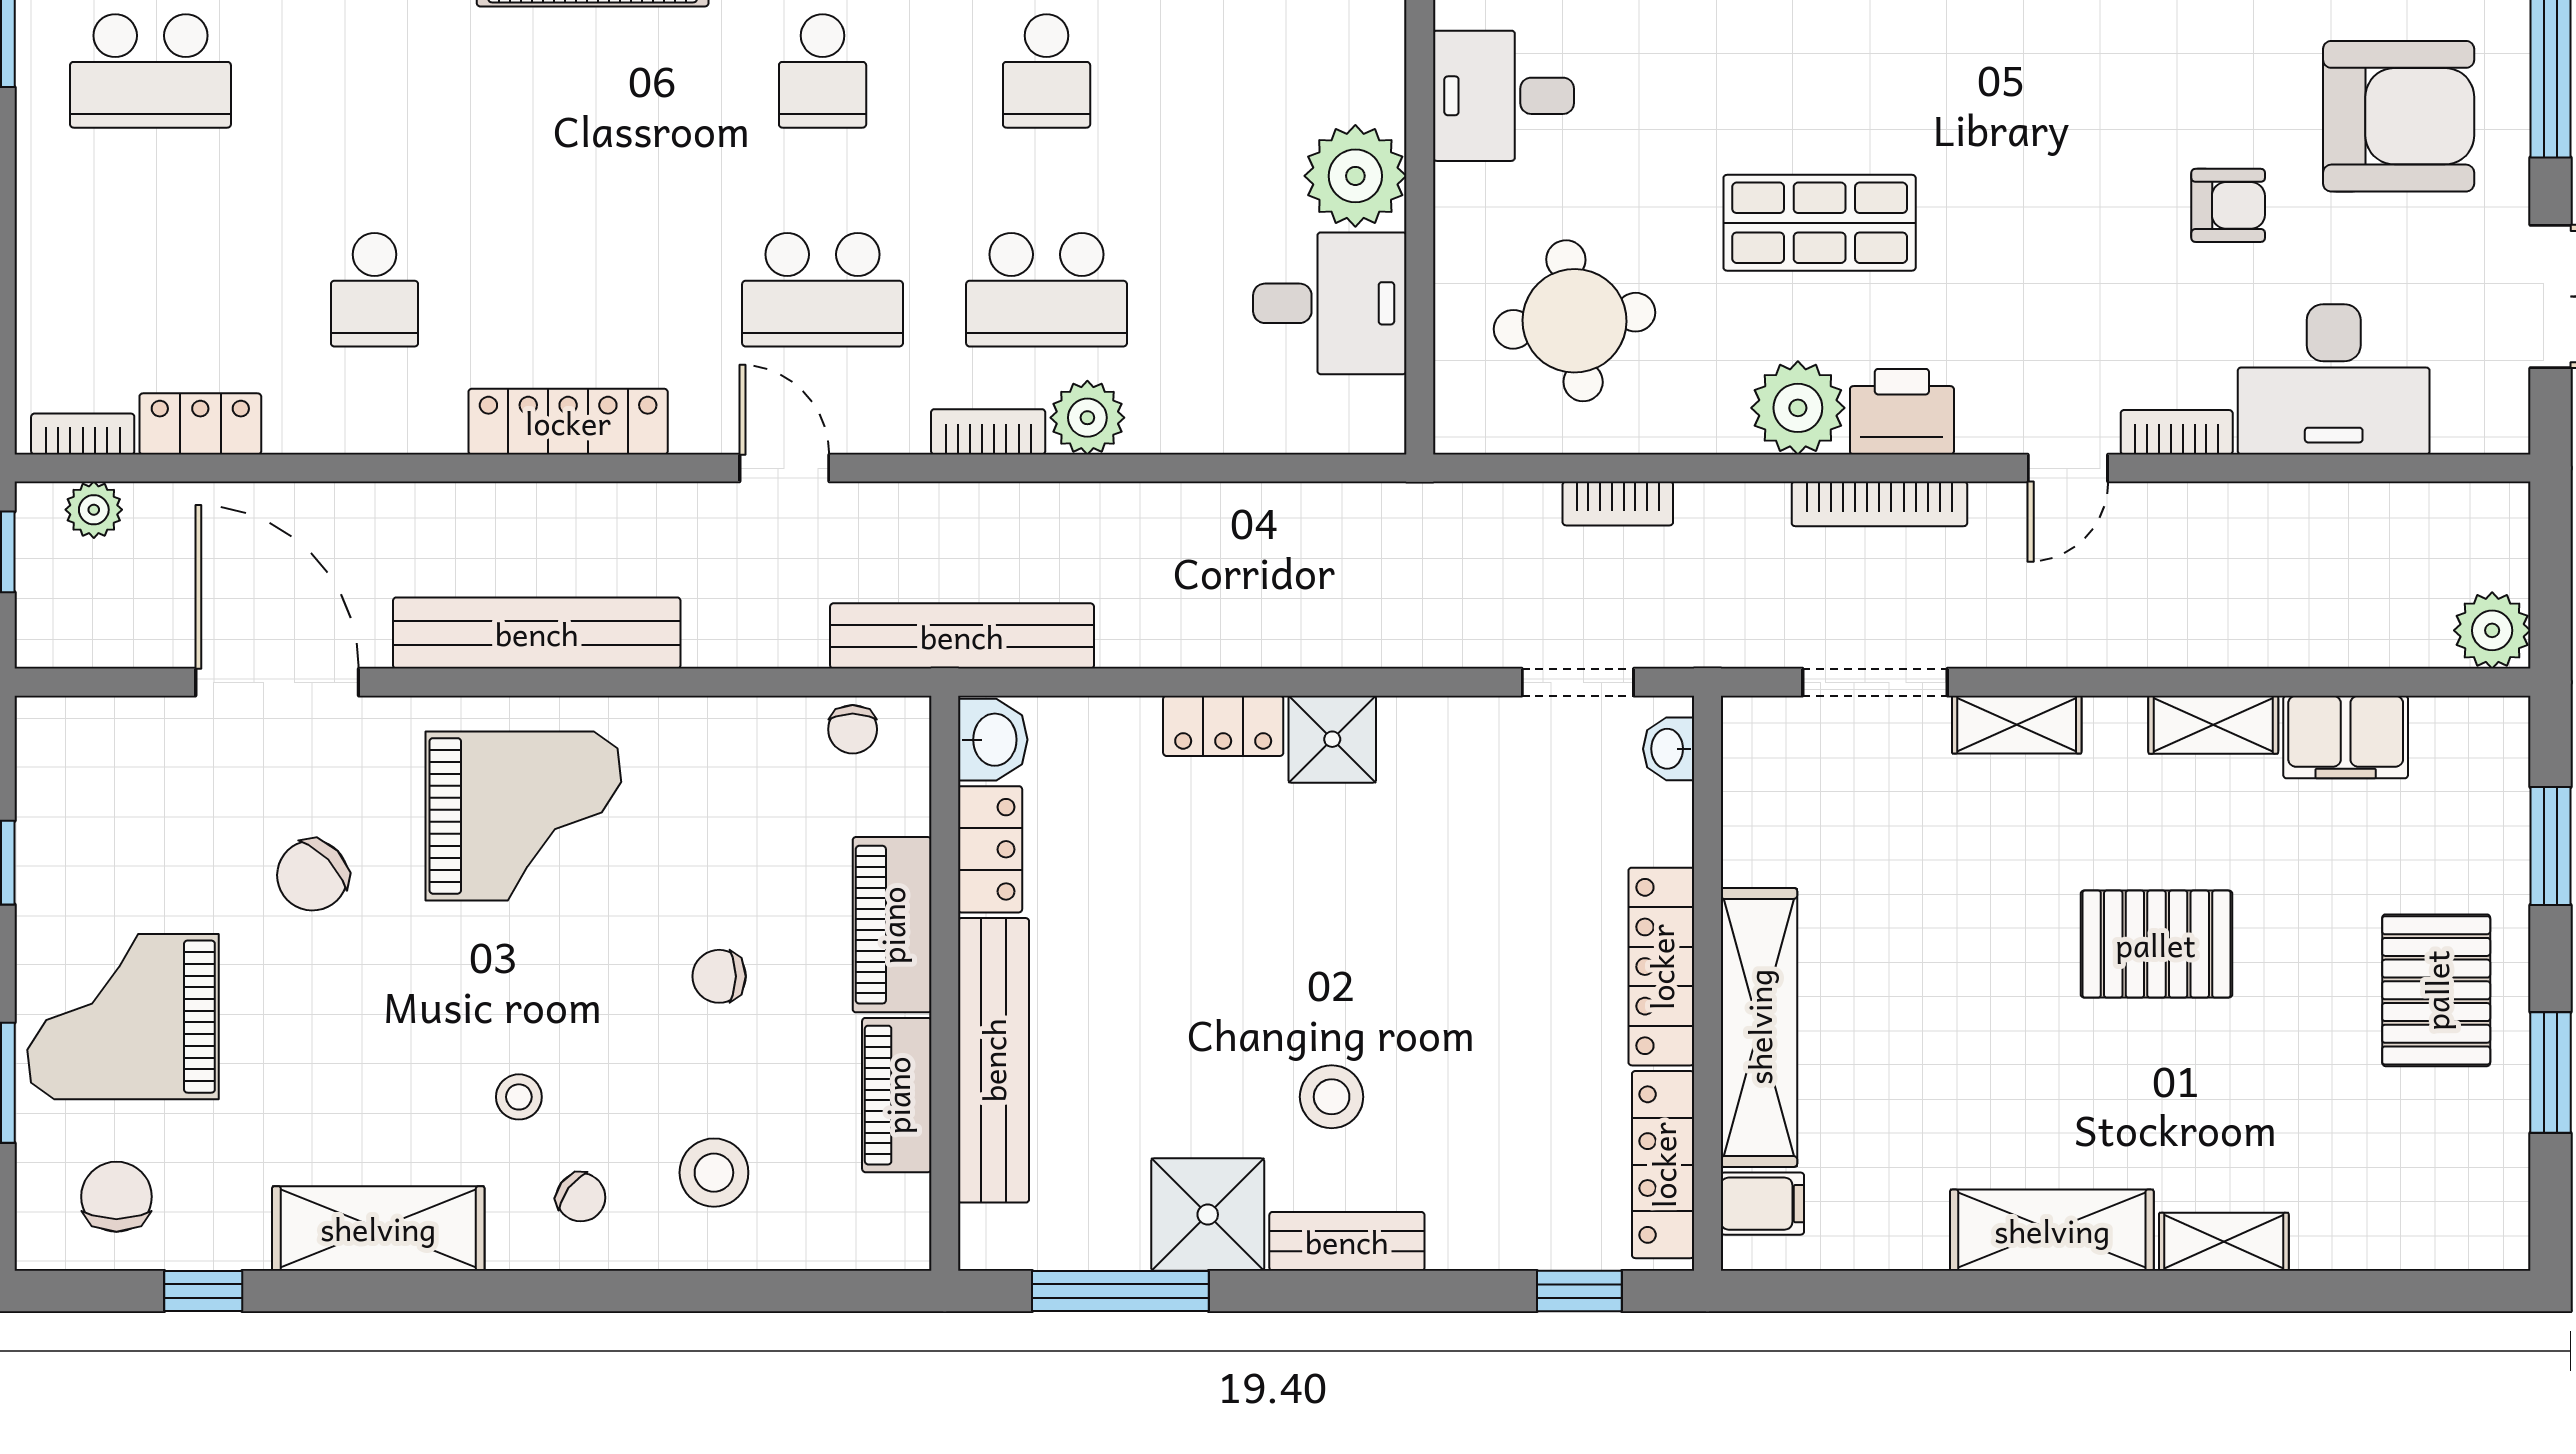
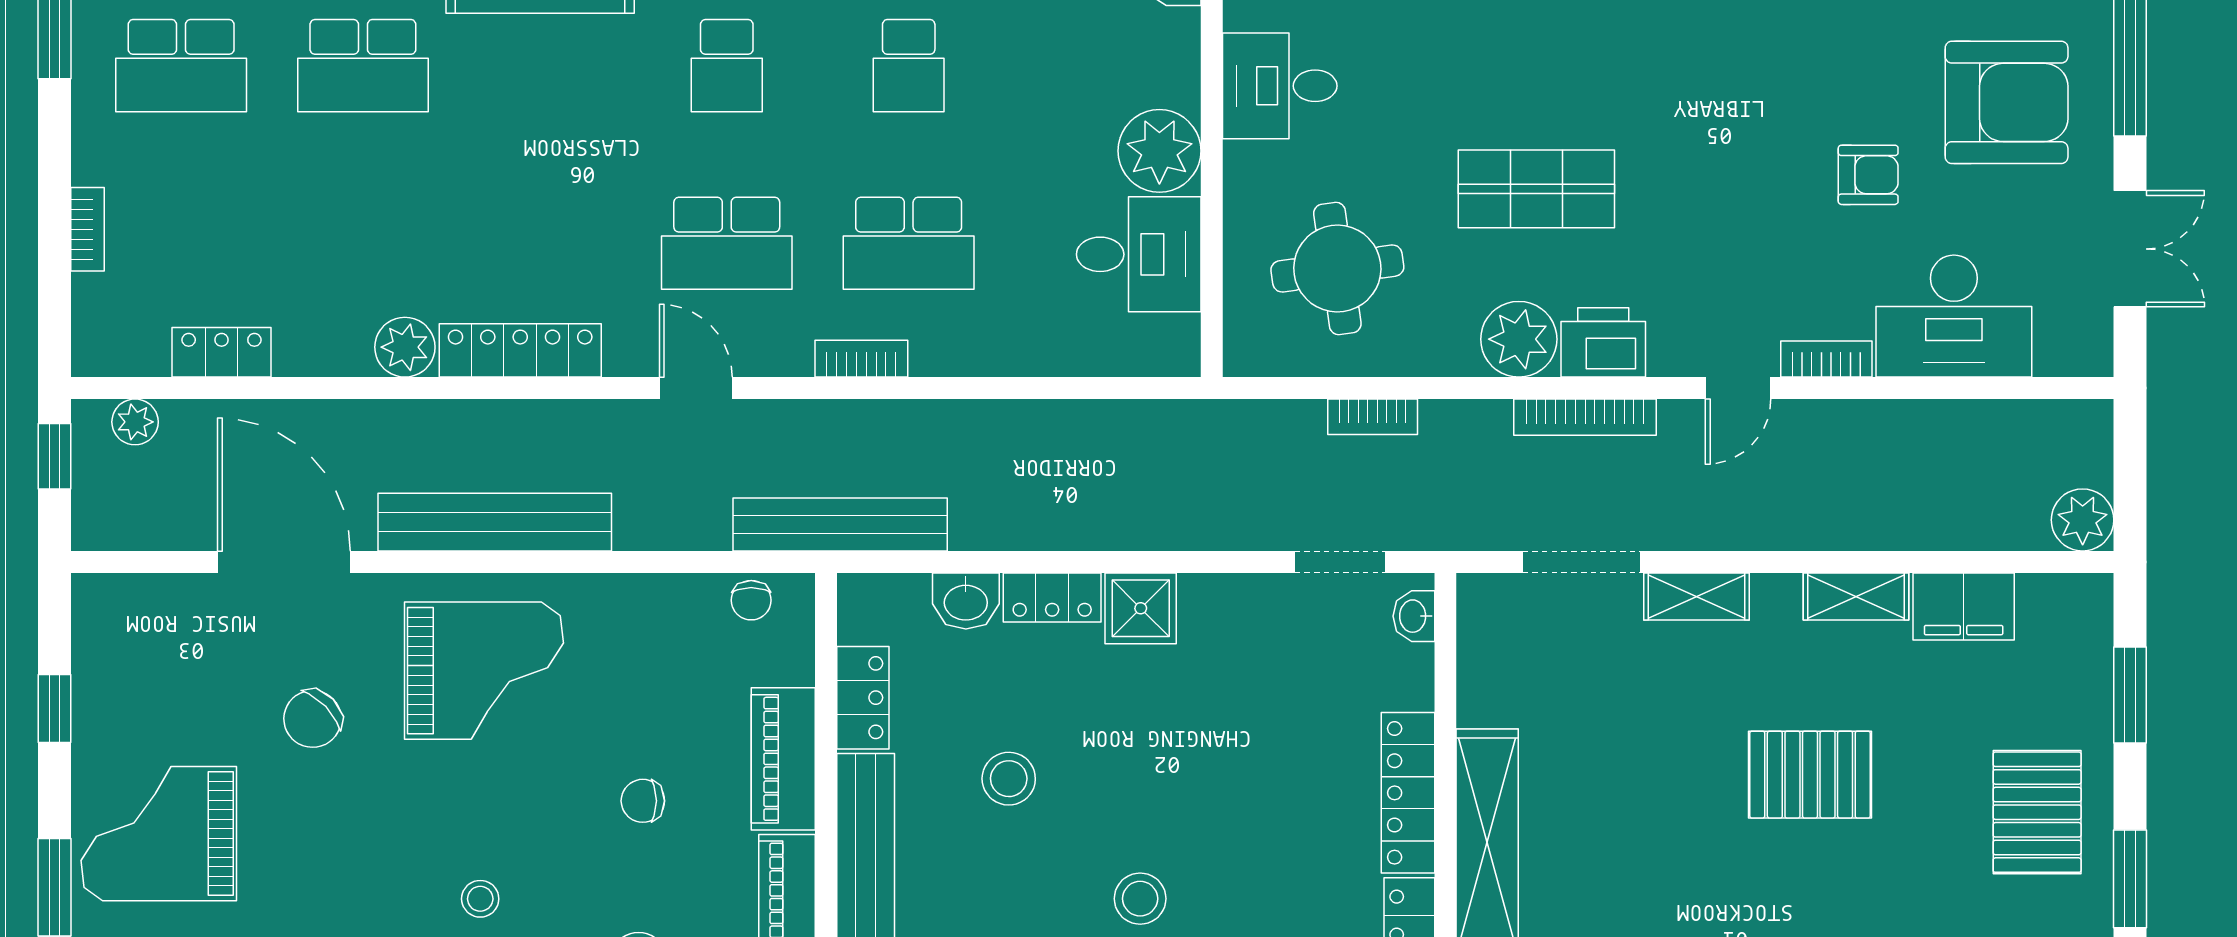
school desk: (375, 290) -> (363, 66), moved, width x1.85
plant: (1087, 418) -> (405, 347), moved
bookcase: (83, 434) -> (87, 229), moved, turned 90
washbasin: (993, 740) -> (966, 601), moved, turned 90
stool: (1170, 949) -> (1009, 779), added

